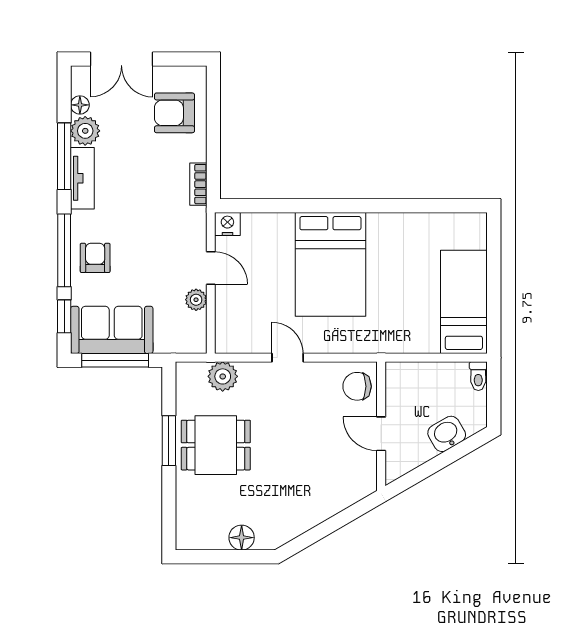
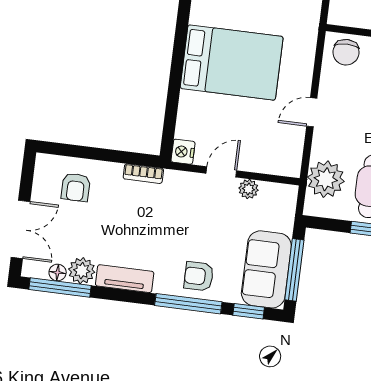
armchair: (174, 113) -> (76, 187), width x0.72, depth x0.72
window: (64, 156) -> (60, 287), moved
plant: (223, 376) -> (326, 179), width x1.36, depth x1.36

